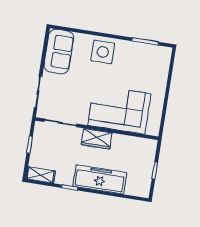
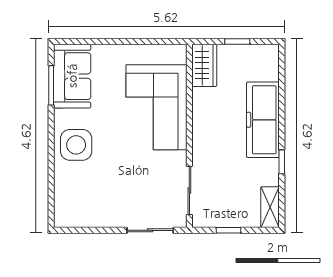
sofa: (59, 52) -> (72, 76), moved, turned 90
wardrobe: (97, 139) -> (204, 65), moved

